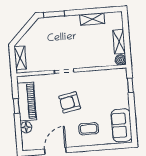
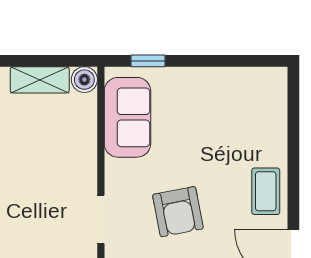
sofa: (122, 125) -> (127, 117), moved, turned -90
coffee table: (89, 129) -> (266, 191), moved

